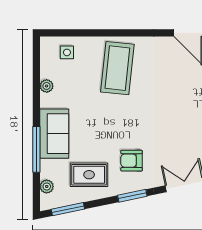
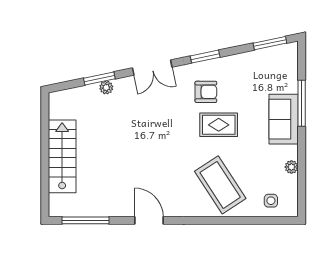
coffee table: (117, 68) -> (220, 185), turned -39
rug: (89, 175) -> (219, 125), moved
plant: (47, 186) -> (291, 66), removed

